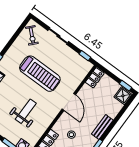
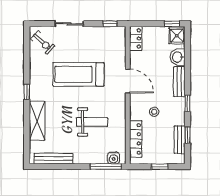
treadmill: (40, 74) -> (78, 74), turned 180
washbasin: (113, 110) -> (178, 57), added
weight bench: (26, 111) -> (92, 122), turned 90

